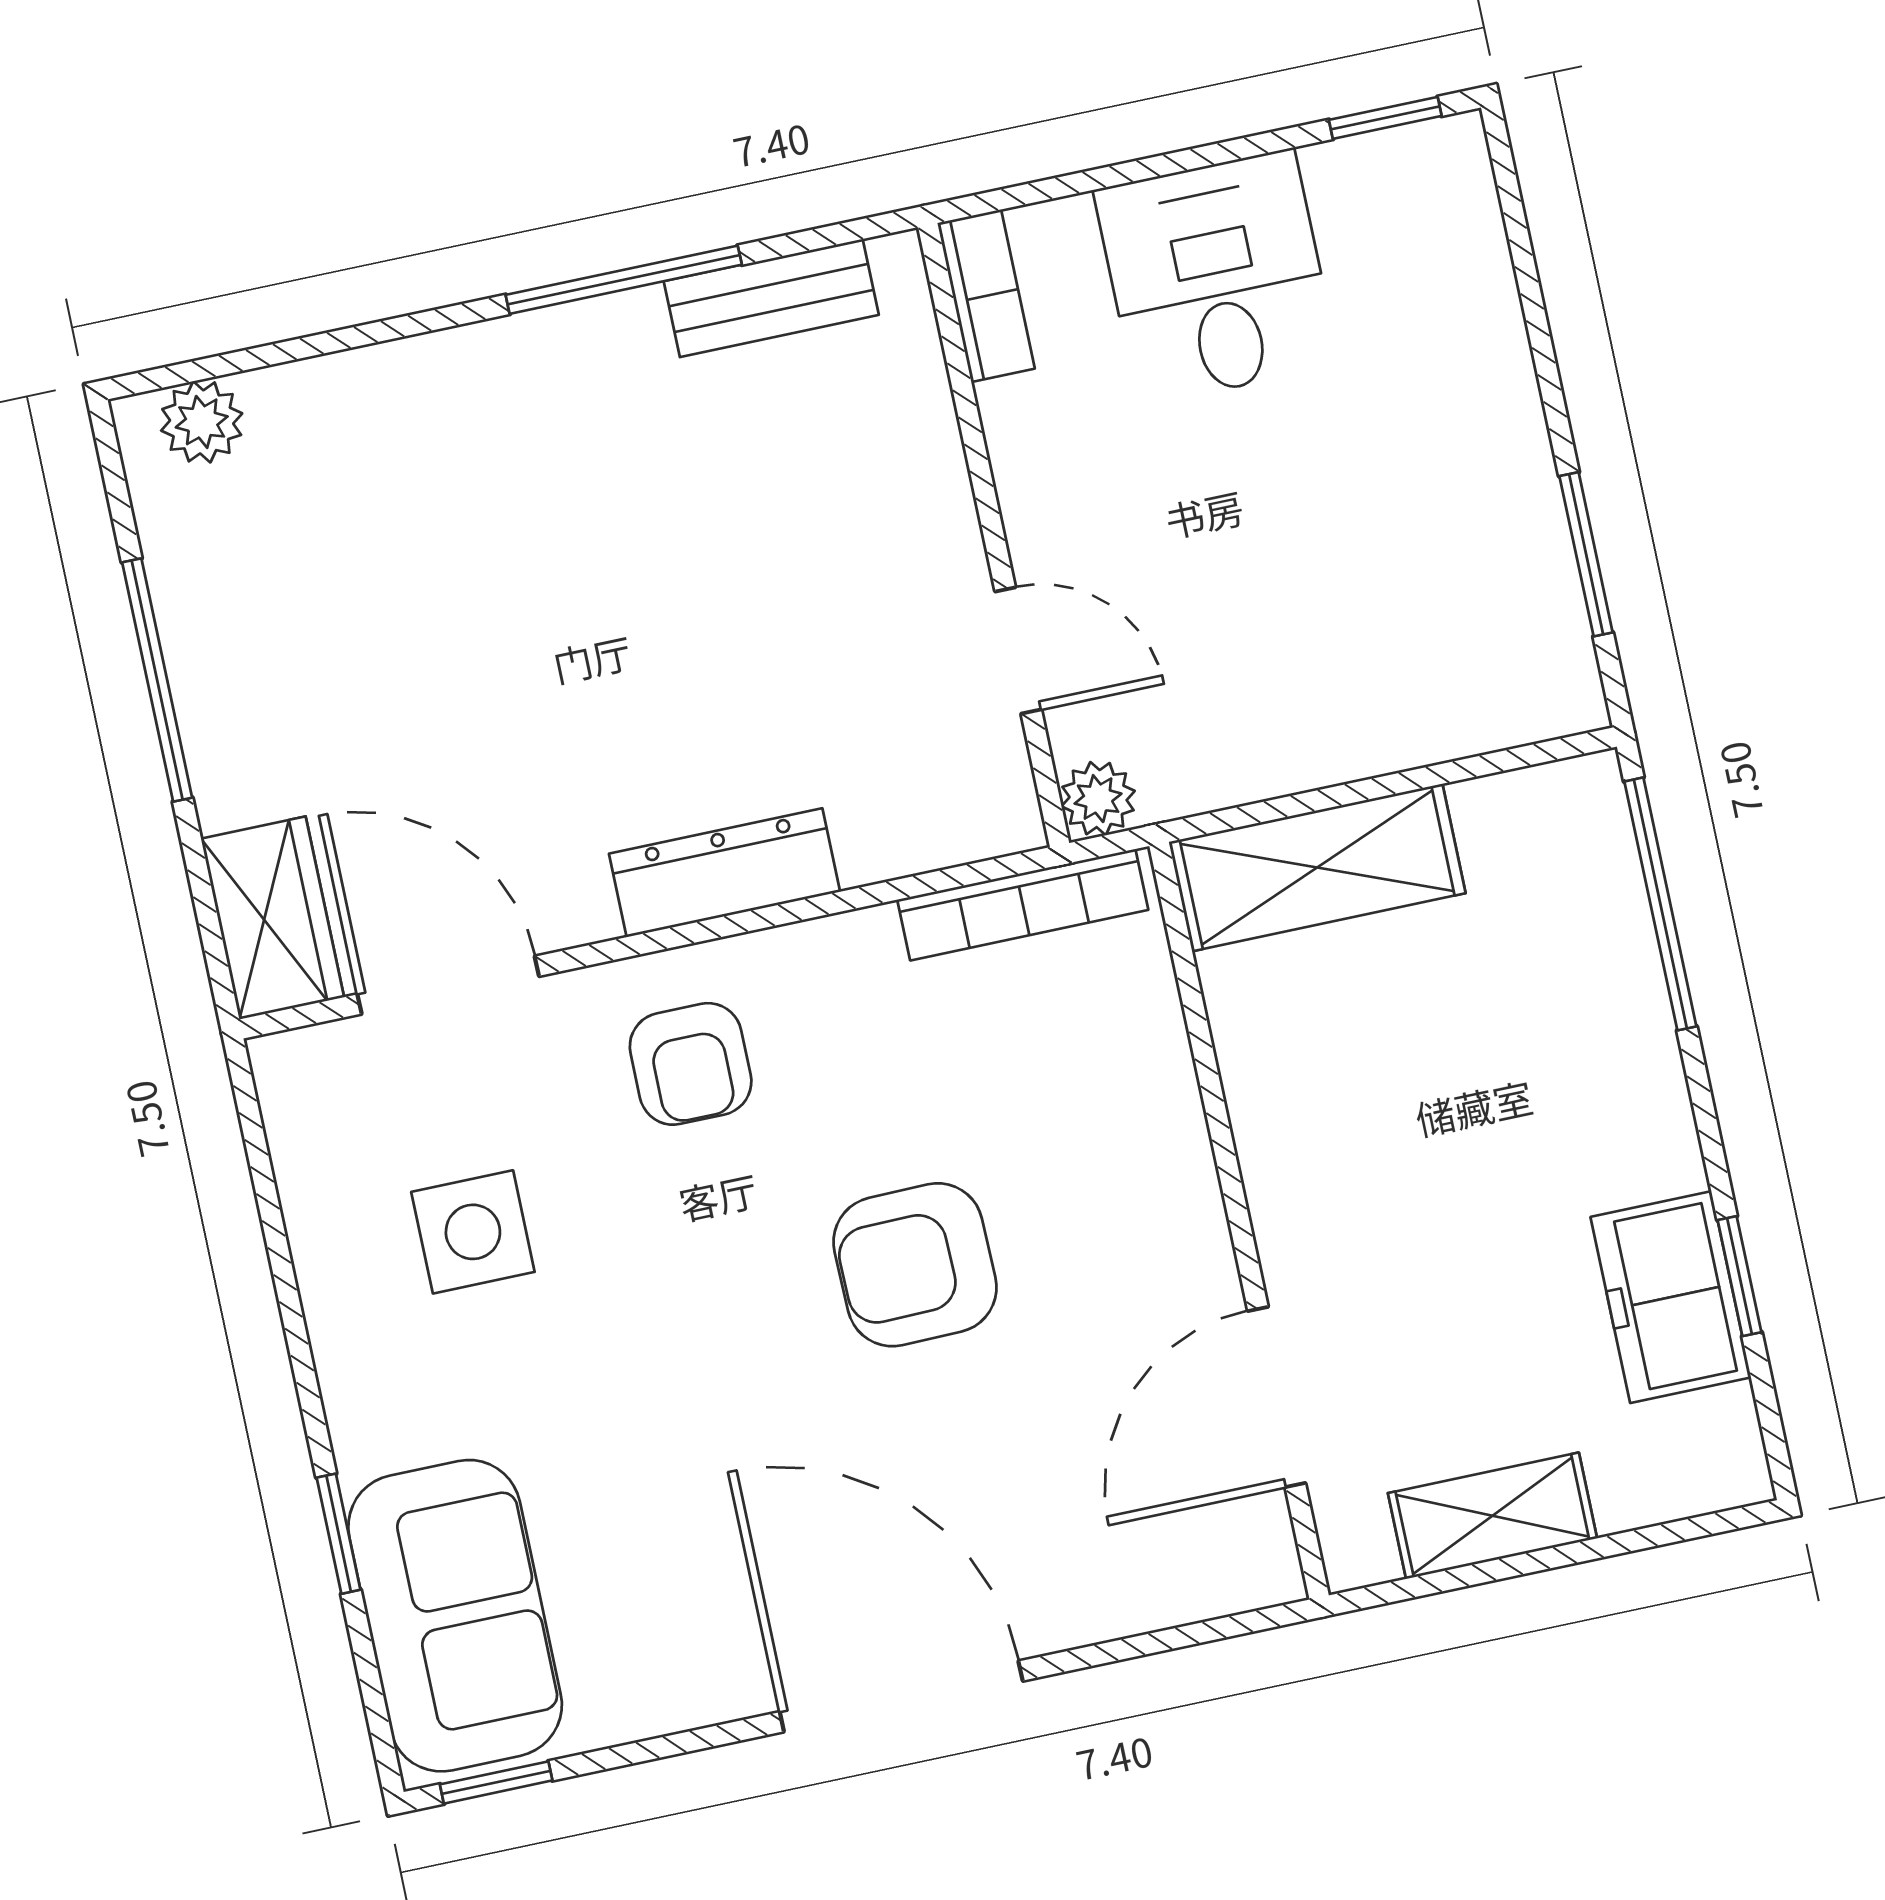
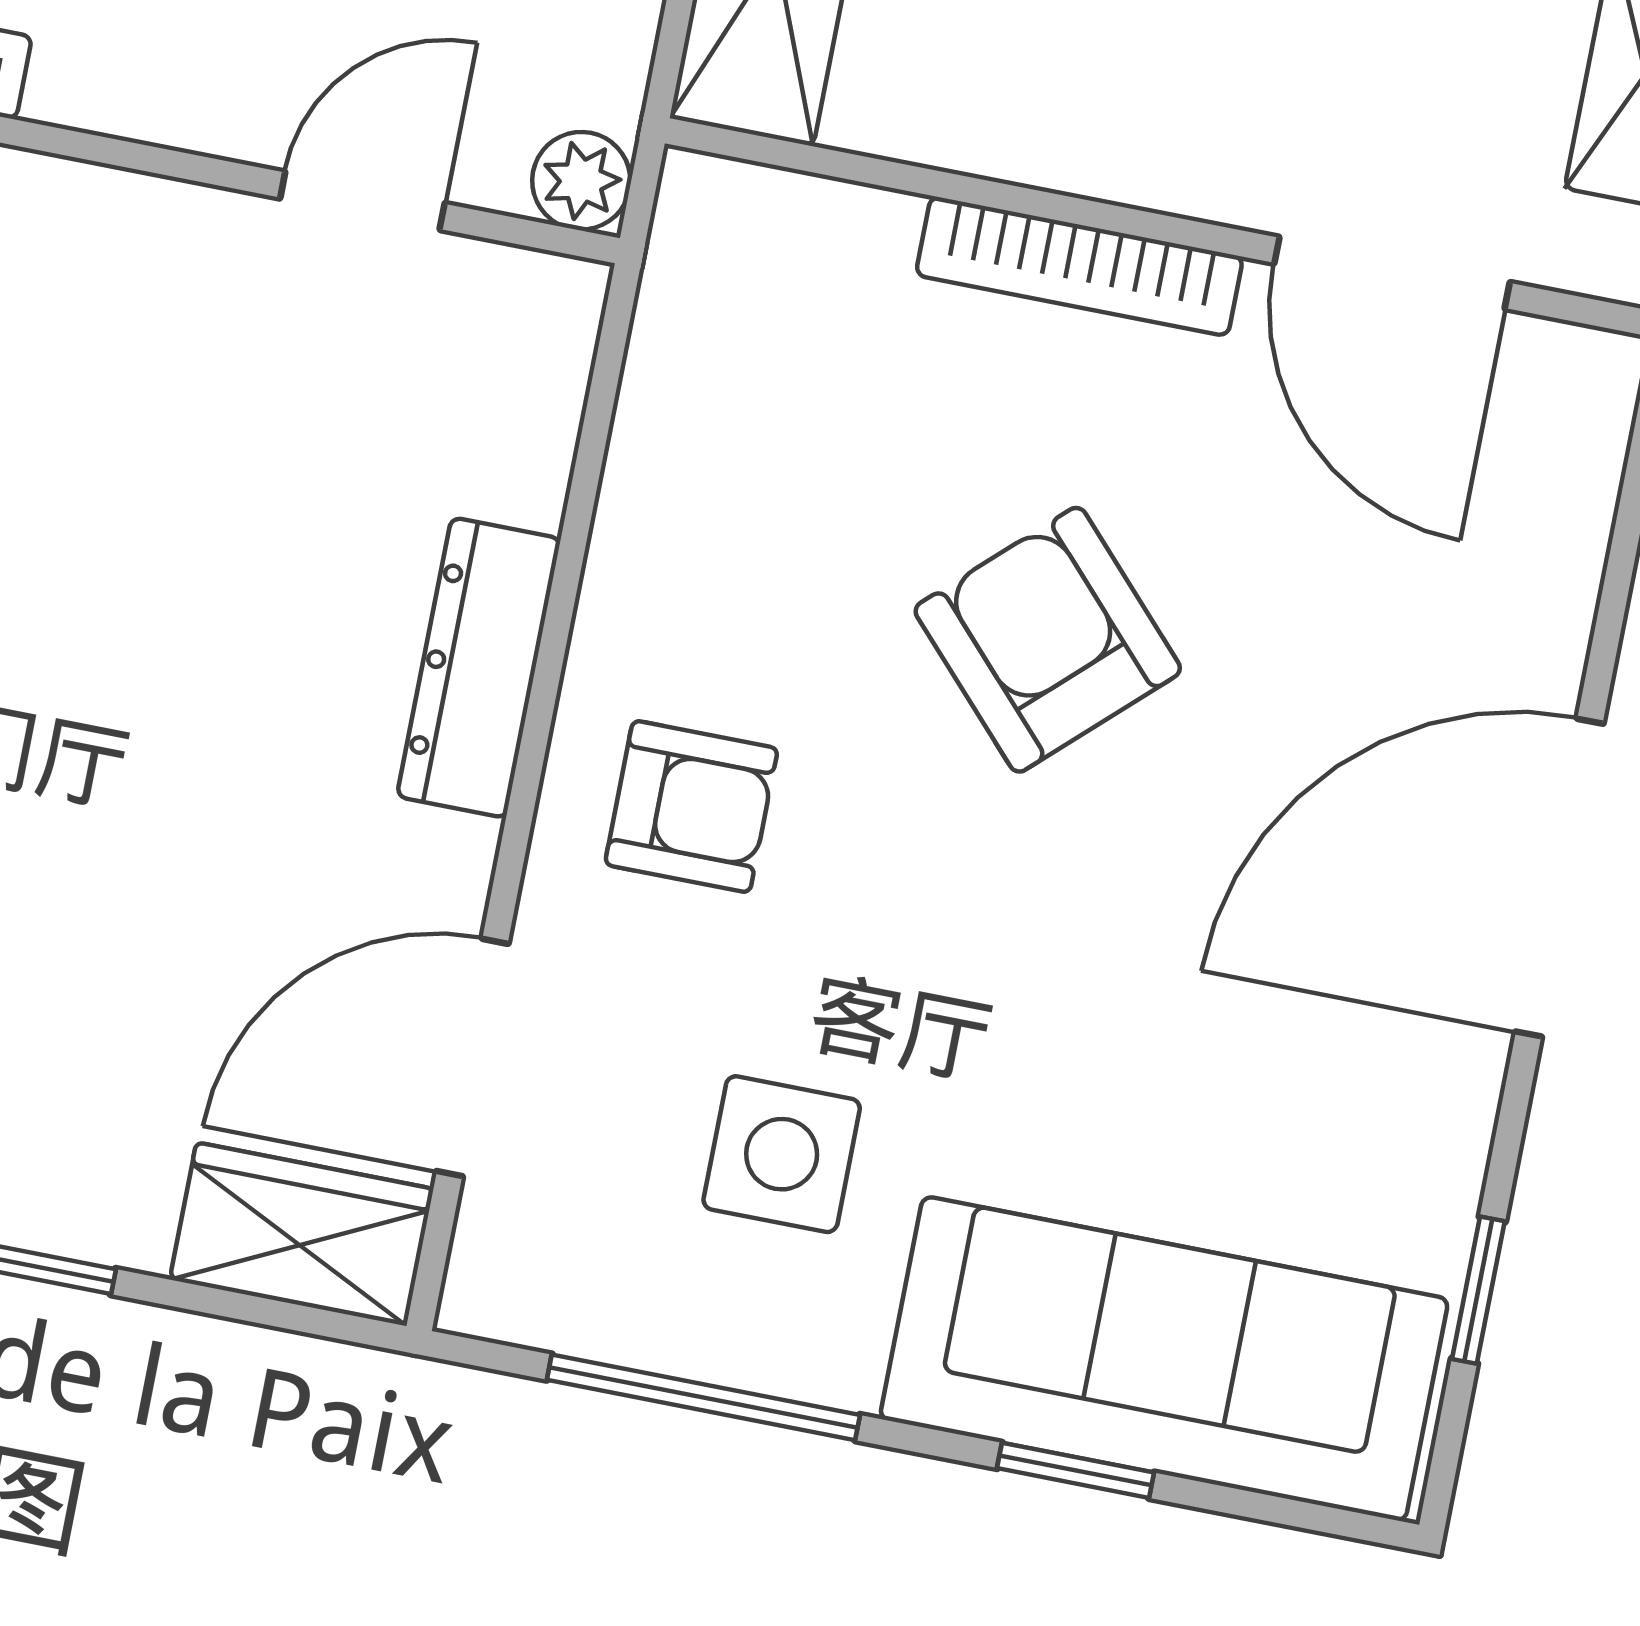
bookcase: (1023, 905) -> (1079, 266), moved, turned 90
window: (278, 1250) -> (703, 1397), added
armchair: (915, 1265) -> (1048, 640), turned 138
sofa: (455, 1616) -> (1164, 1359), width x1.36
window: (496, 1782) -> (1478, 1290), moved

